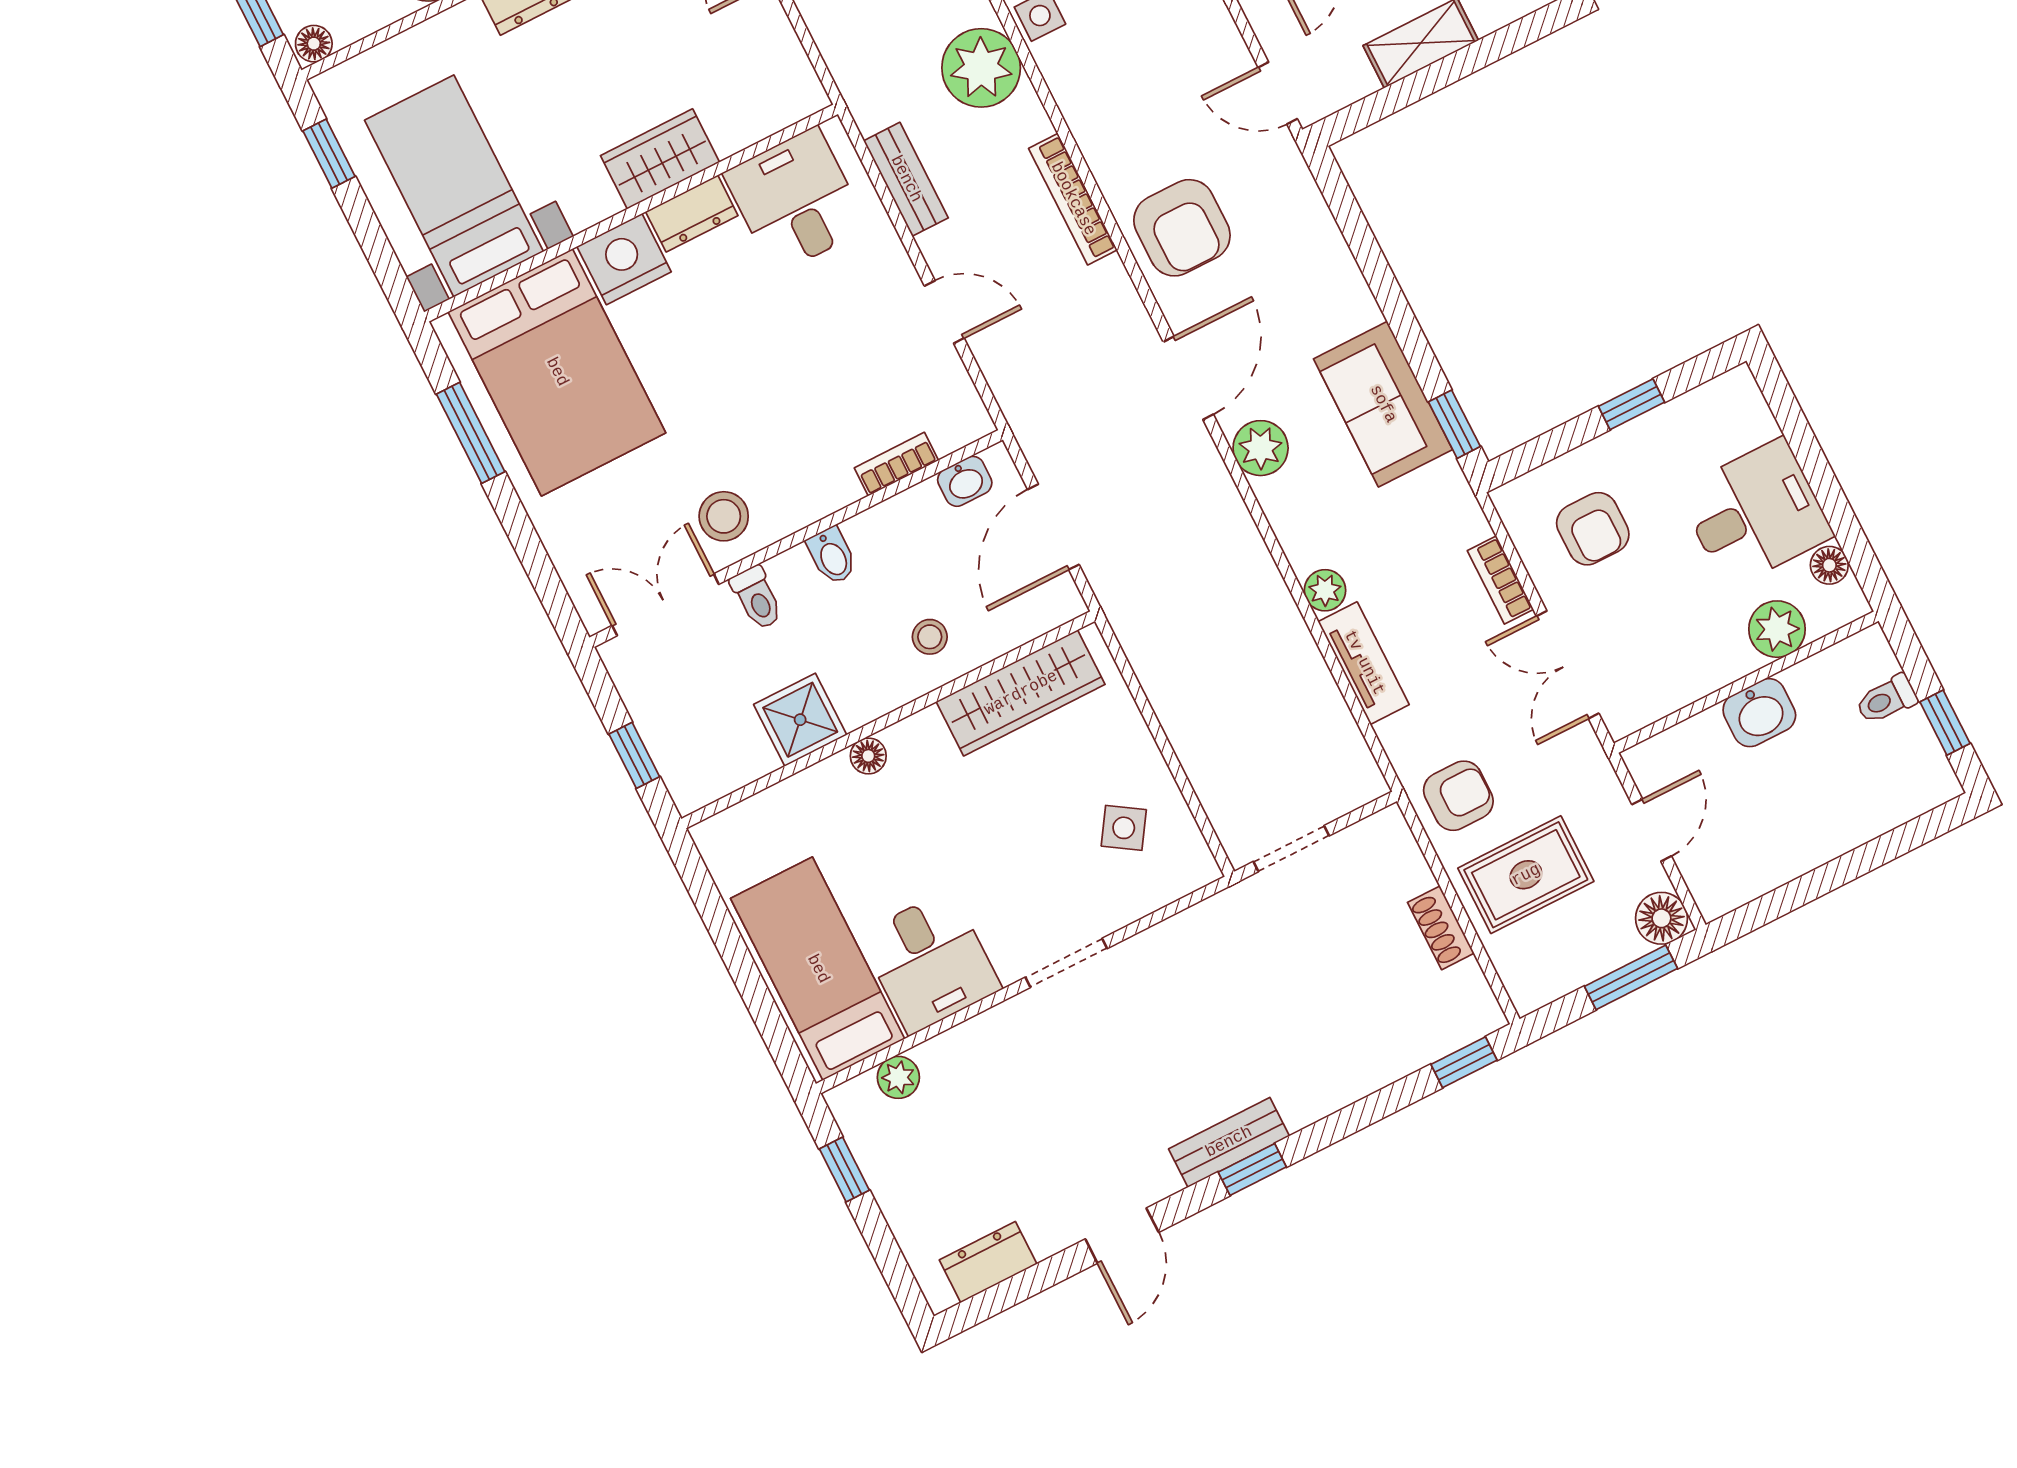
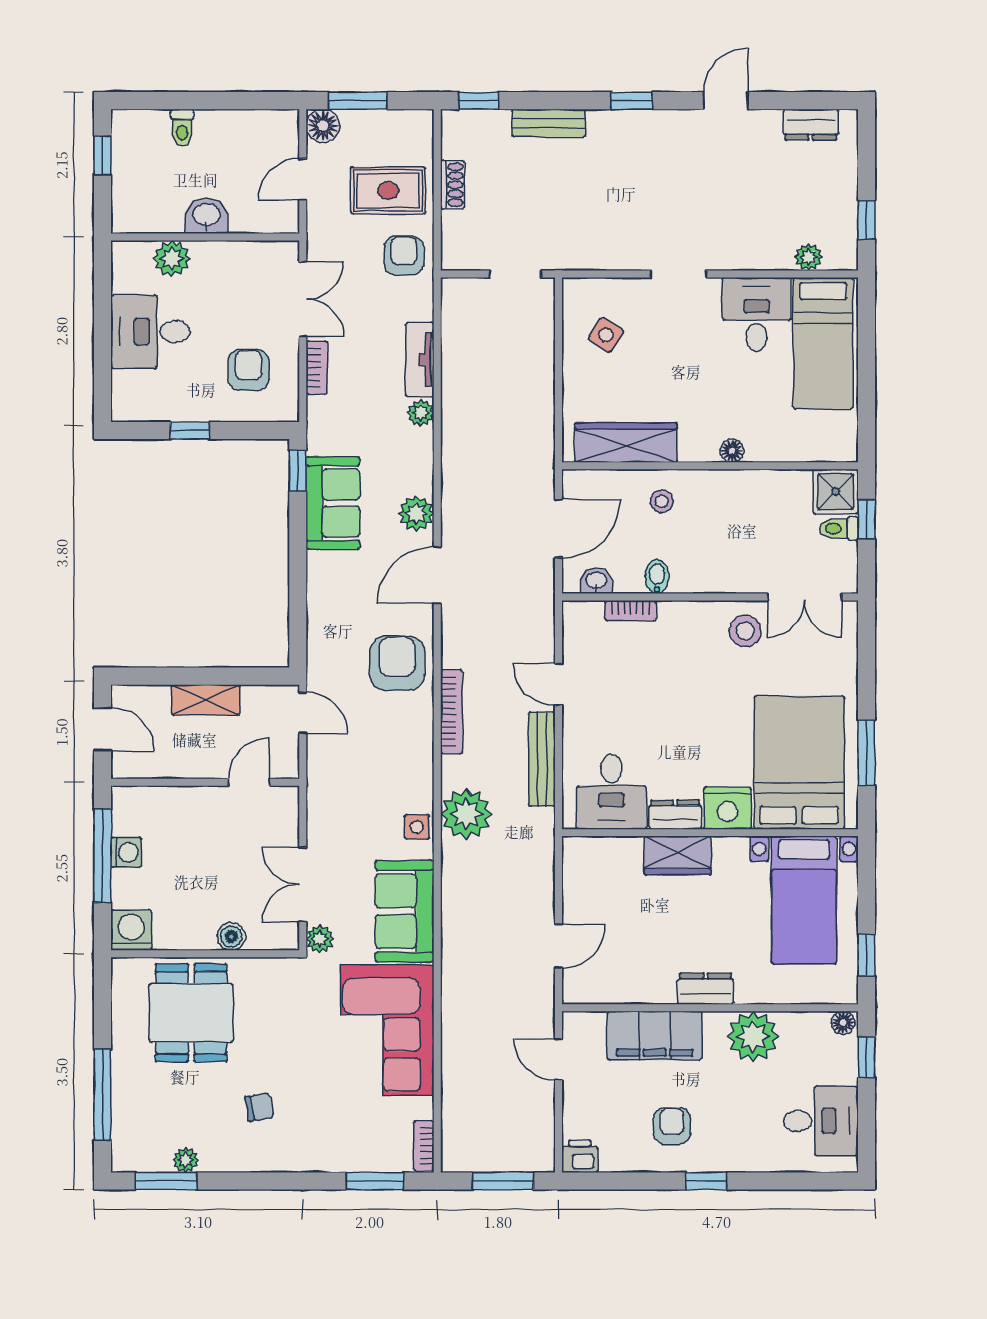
bench: (906, 179) -> (542, 759), width x1.36
bidet: (832, 556) -> (657, 577), moved
floor lamp: (1829, 565) -> (123, 280), removed
toilet: (757, 598) -> (839, 529), moved, turned -90
toilet: (1886, 699) -> (182, 128), moved, turned 90
shower: (800, 720) -> (836, 492), moved
armchair: (1458, 796) -> (404, 256), turned 90
bench: (1229, 1142) -> (549, 123), moved

